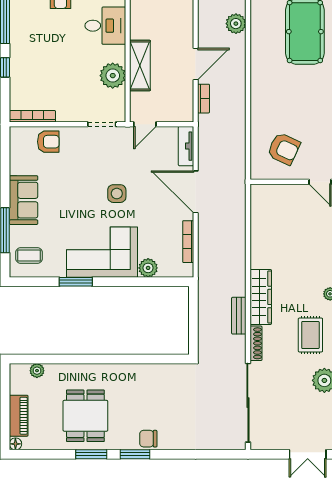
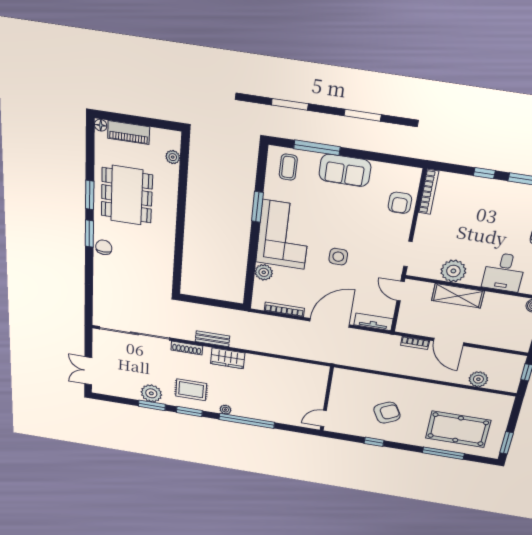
armchair: (284, 149) -> (387, 413), moved, turned -143
wardrobe: (261, 297) -> (228, 358), width x0.67
dining table: (85, 416) -> (127, 195), width x1.38

